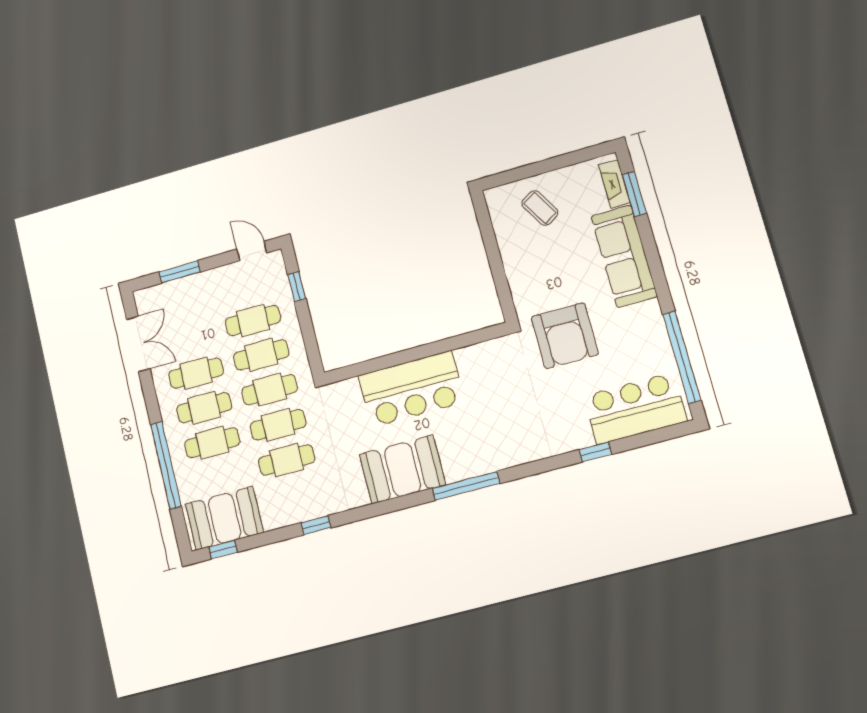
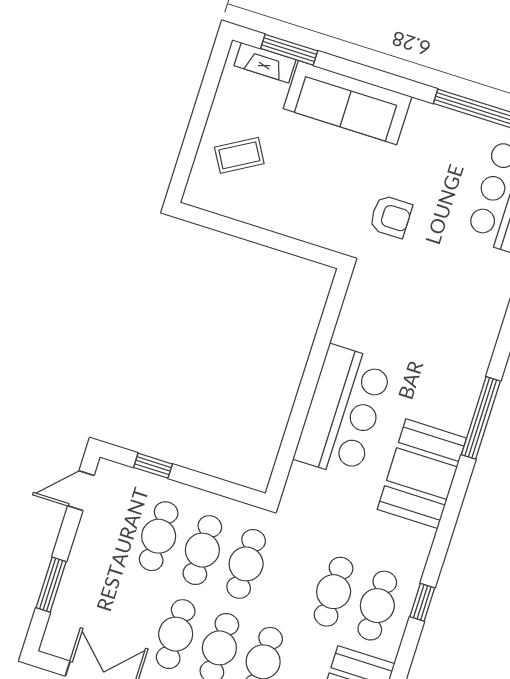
armchair: (565, 336) -> (391, 217), width x0.53, depth x0.53
cafe table: (278, 425) -> (377, 606), moved

